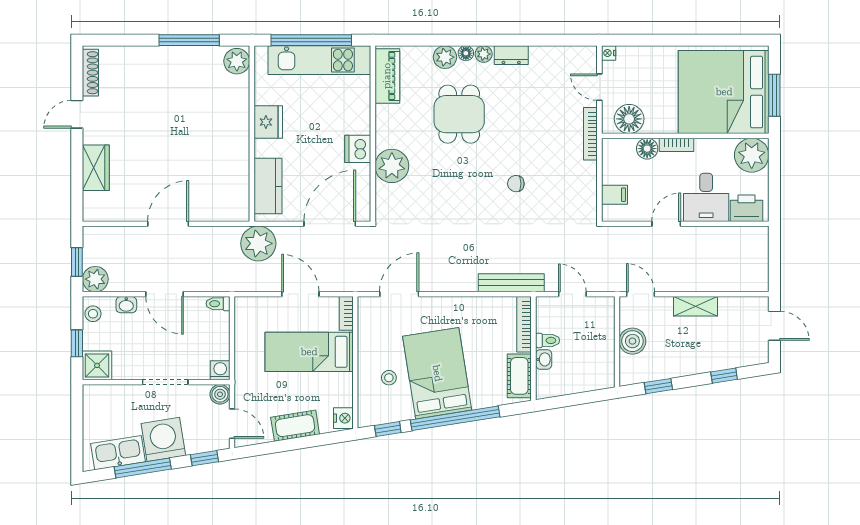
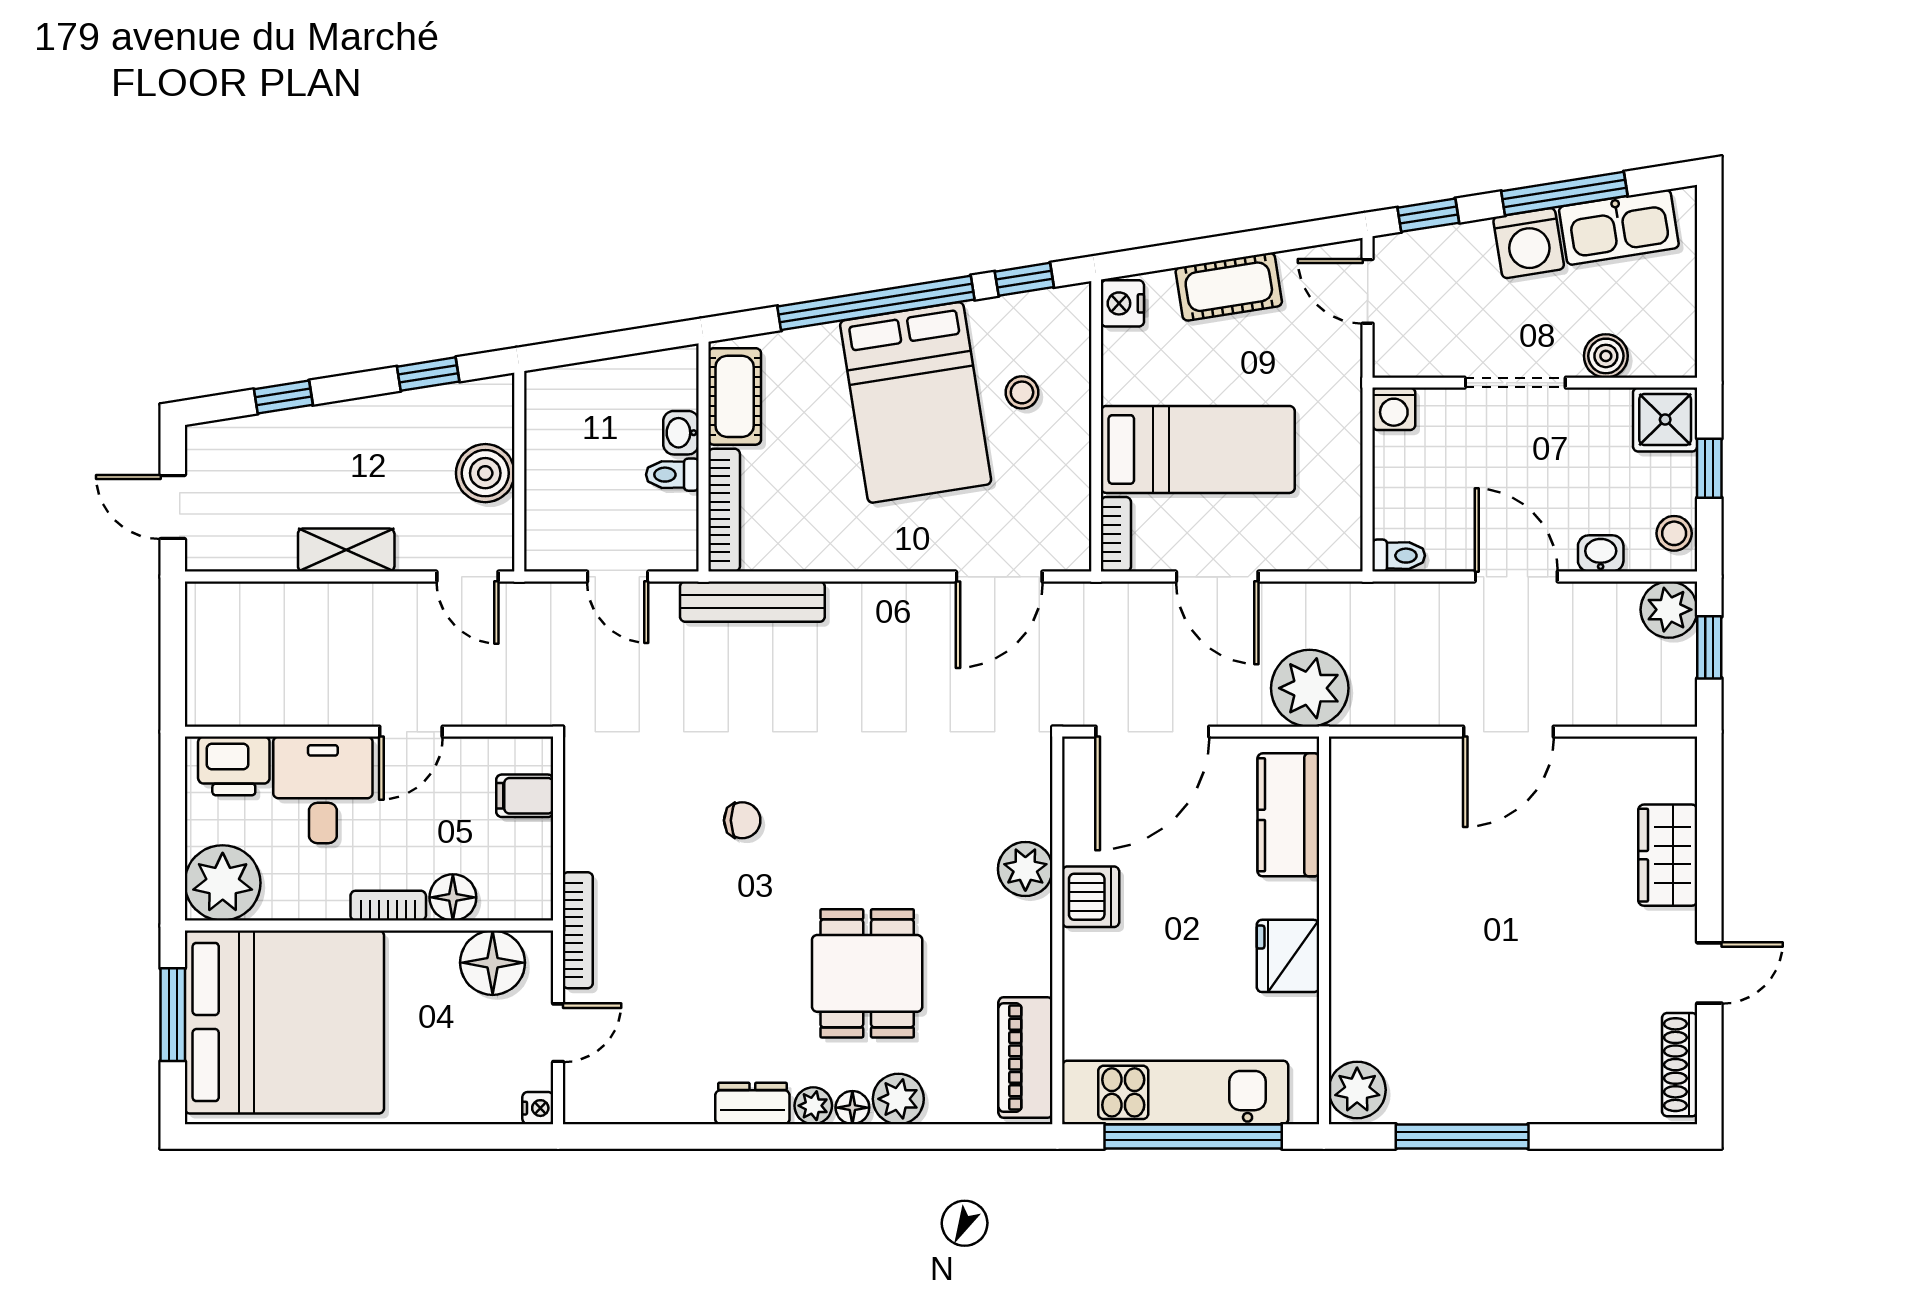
door: (599, 87) -> (558, 1033), hinge flipped
plant: (392, 166) -> (1025, 869), width x0.73, depth x0.73
boiler: (220, 394) -> (1606, 356), moved
washing machine: (163, 439) -> (1529, 243), width x0.73, depth x0.73

